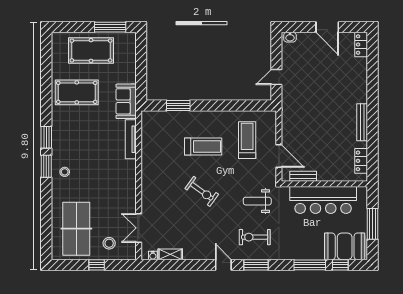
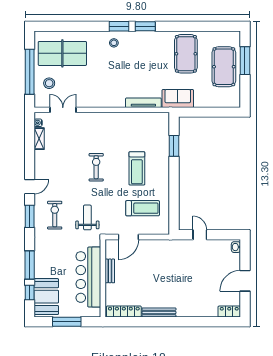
window: (110, 27) -> (245, 61), moved
locker: (361, 161) -> (124, 312), width x1.53
bench: (303, 176) -> (110, 271), moved
exercise bike: (202, 191) -> (96, 167), turned 144
window: (97, 265) -> (30, 72), width x3.17

